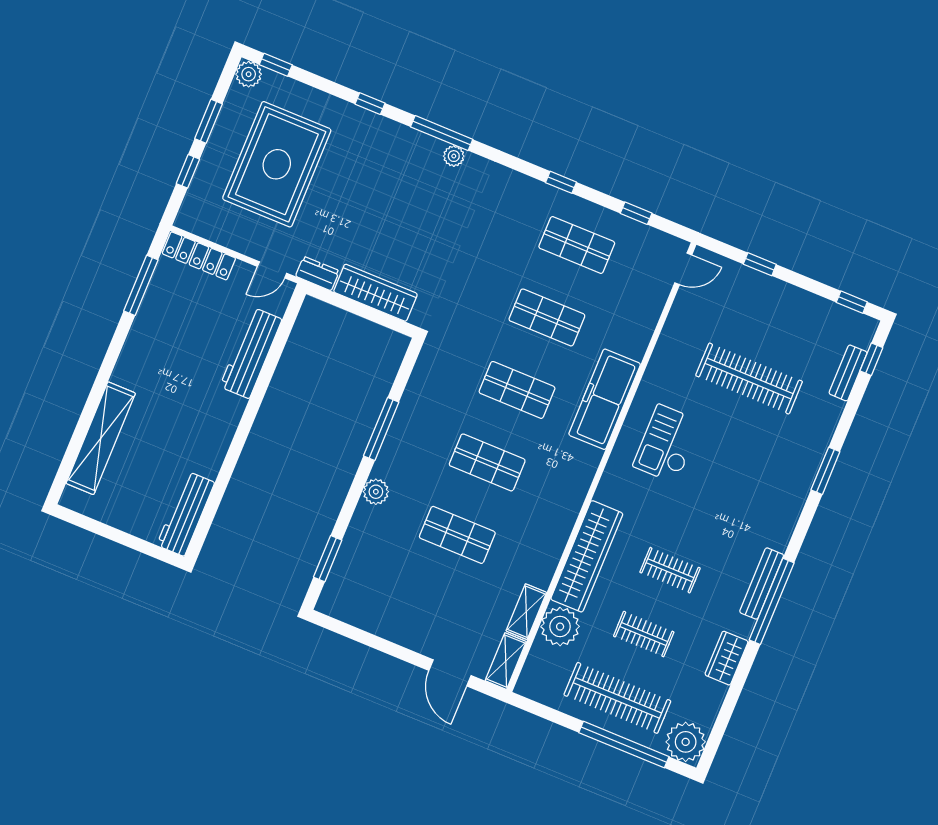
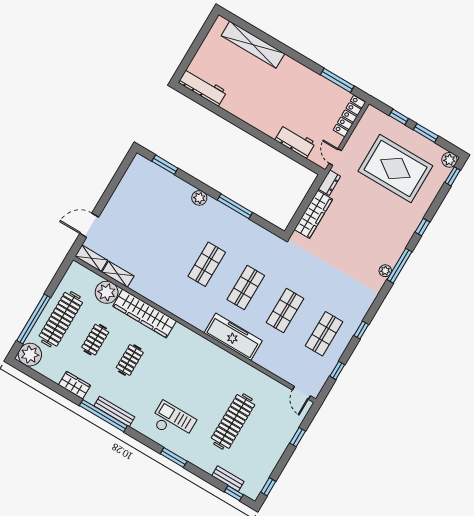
workbench: (251, 353) -> (295, 141), width x0.73
checkout: (667, 444) -> (173, 421), moved
shop shelf: (457, 535) -> (168, 241), removed

